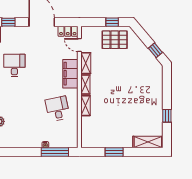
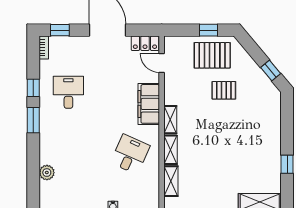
shelving: (86, 63) -> (171, 181), moved
pallet: (123, 64) -> (224, 90), added
desk: (57, 109) -> (130, 154), turned 36

